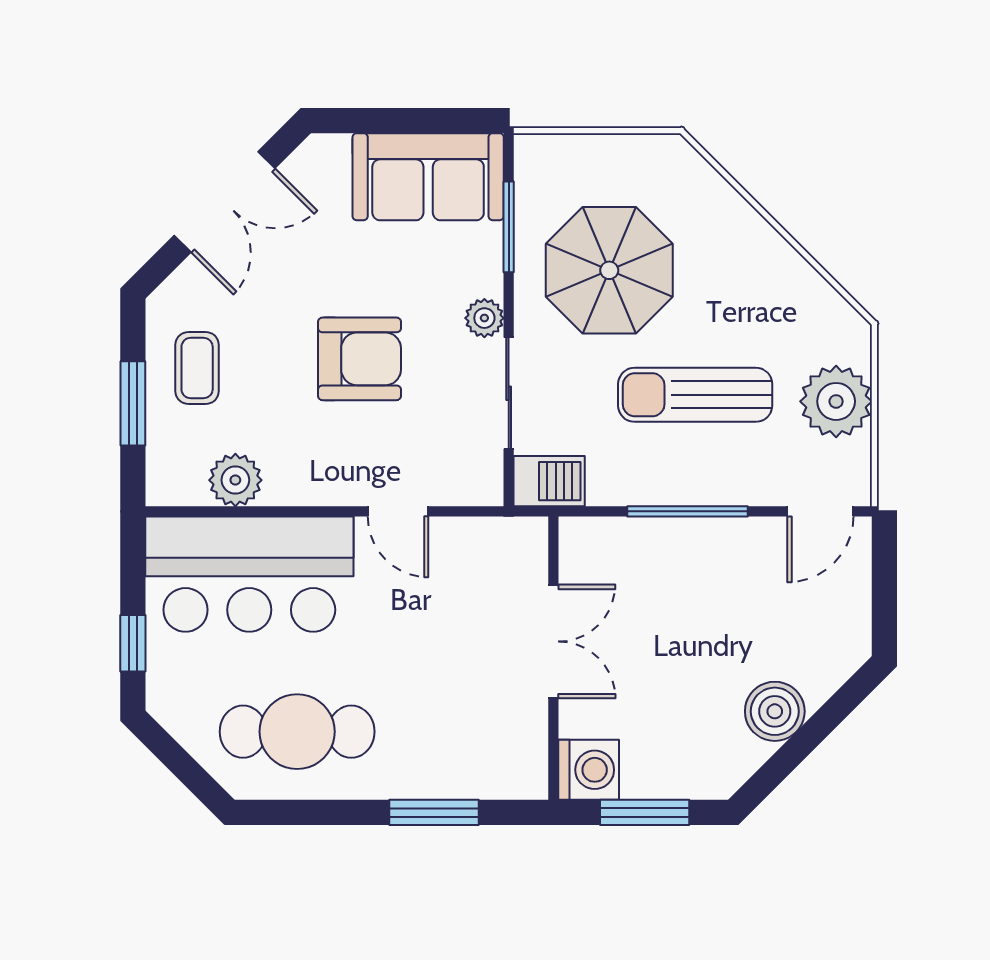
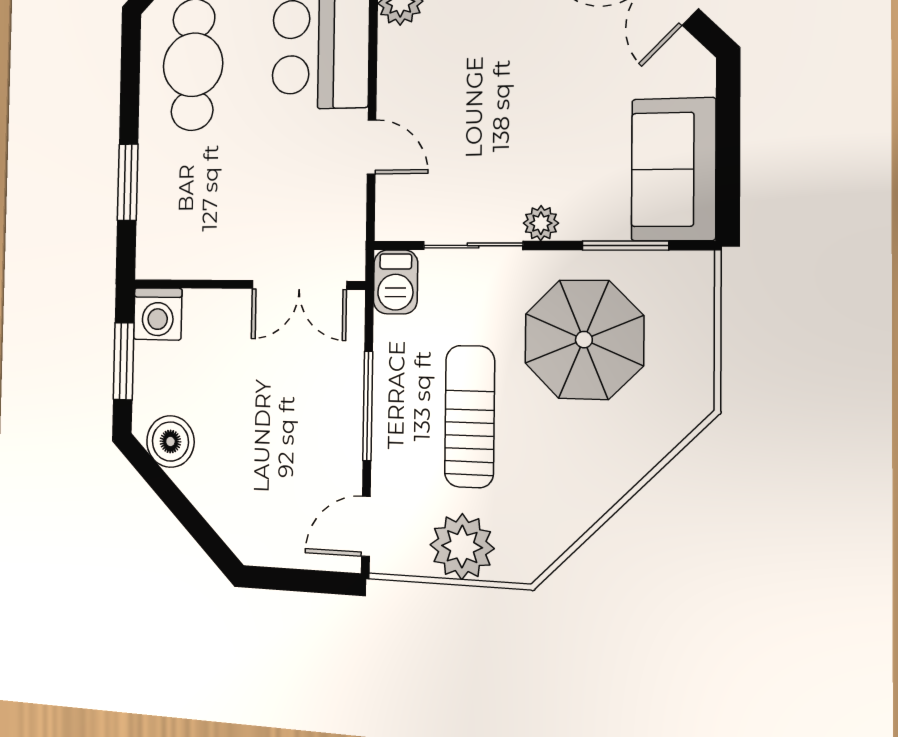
armchair: (359, 359) -> (505, 109), removed
door: (398, 511) -> (372, 147), swing flipped
door: (820, 511) -> (366, 526), hinge flipped
double door: (553, 641) -> (299, 285), moved
boiler: (775, 711) -> (170, 442), moved

